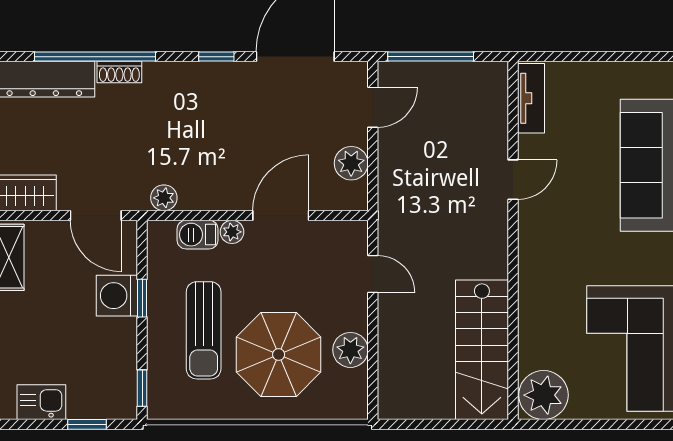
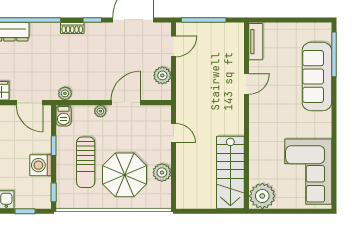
shoe rack: (119, 72) -> (72, 28), moved
barbecue: (198, 235) -> (64, 116), moved, turned -90
washing machine: (117, 296) -> (41, 165), moved

